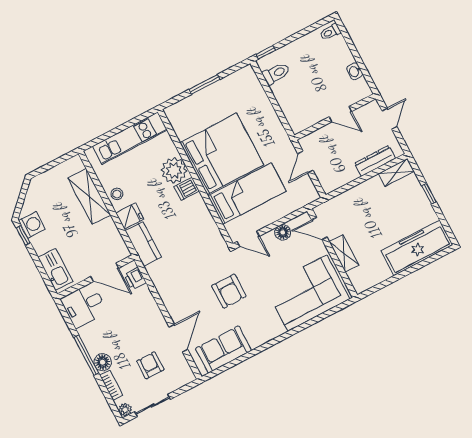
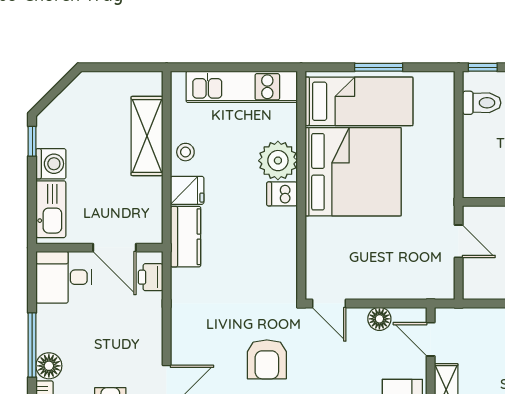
door: (305, 162) -> (459, 241), swing flipped
bed: (247, 194) -> (359, 101), moved
washing machine: (32, 225) -> (51, 164), moved

